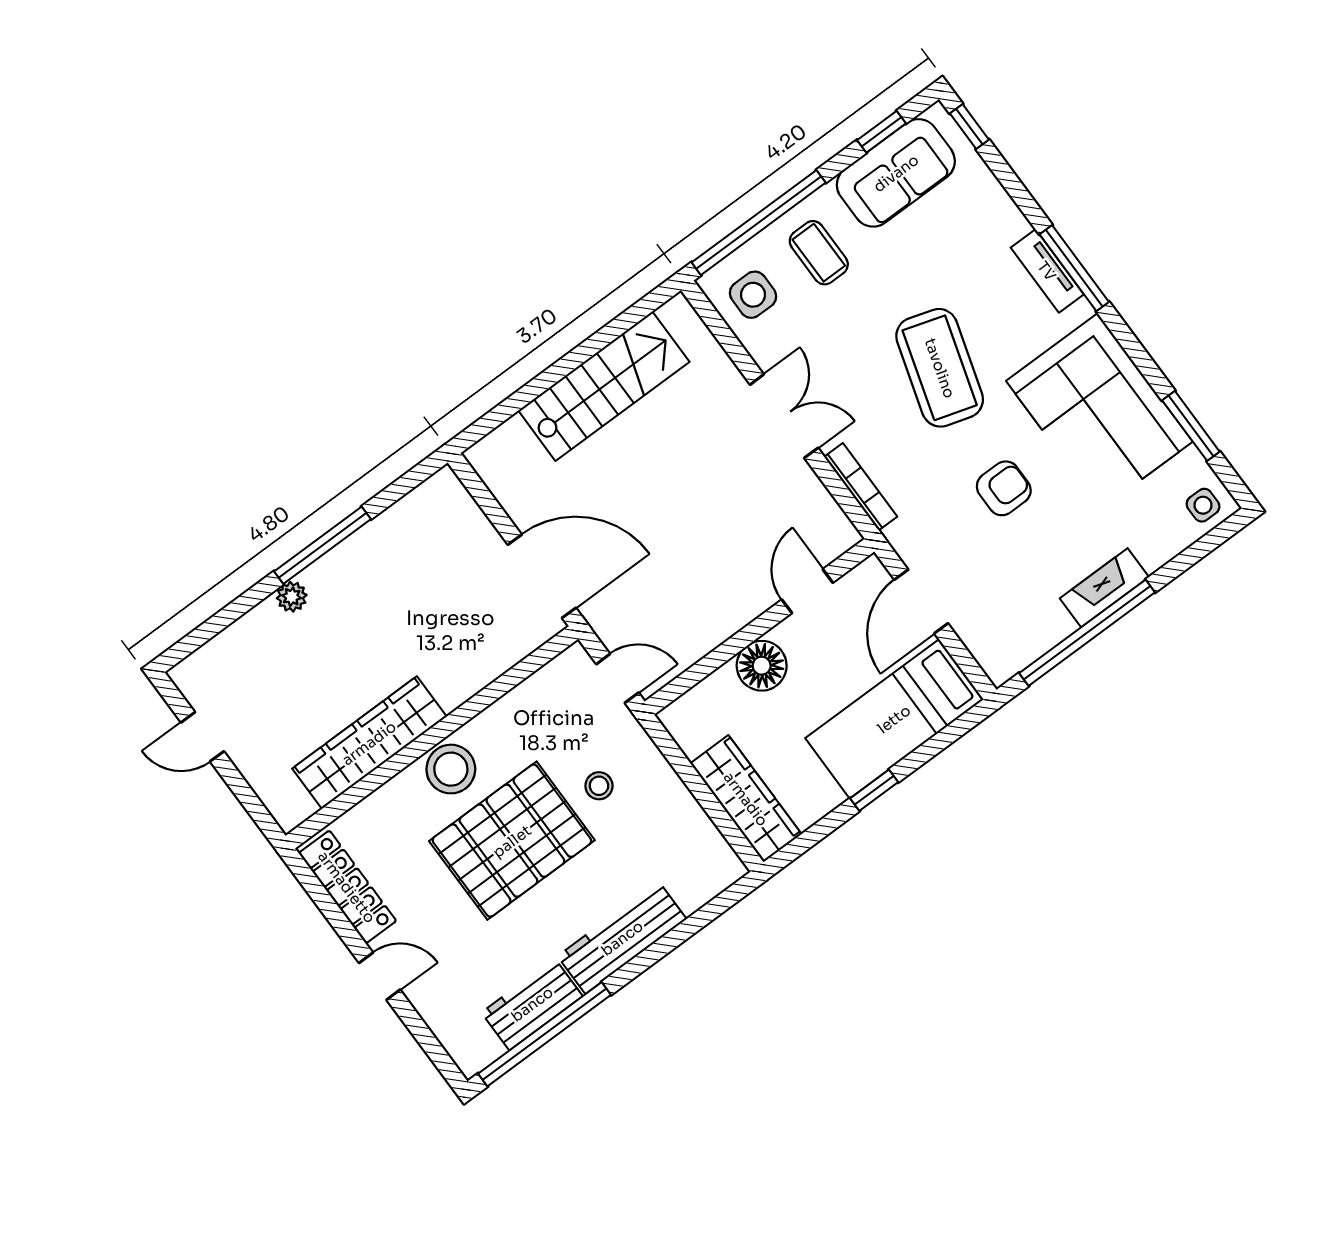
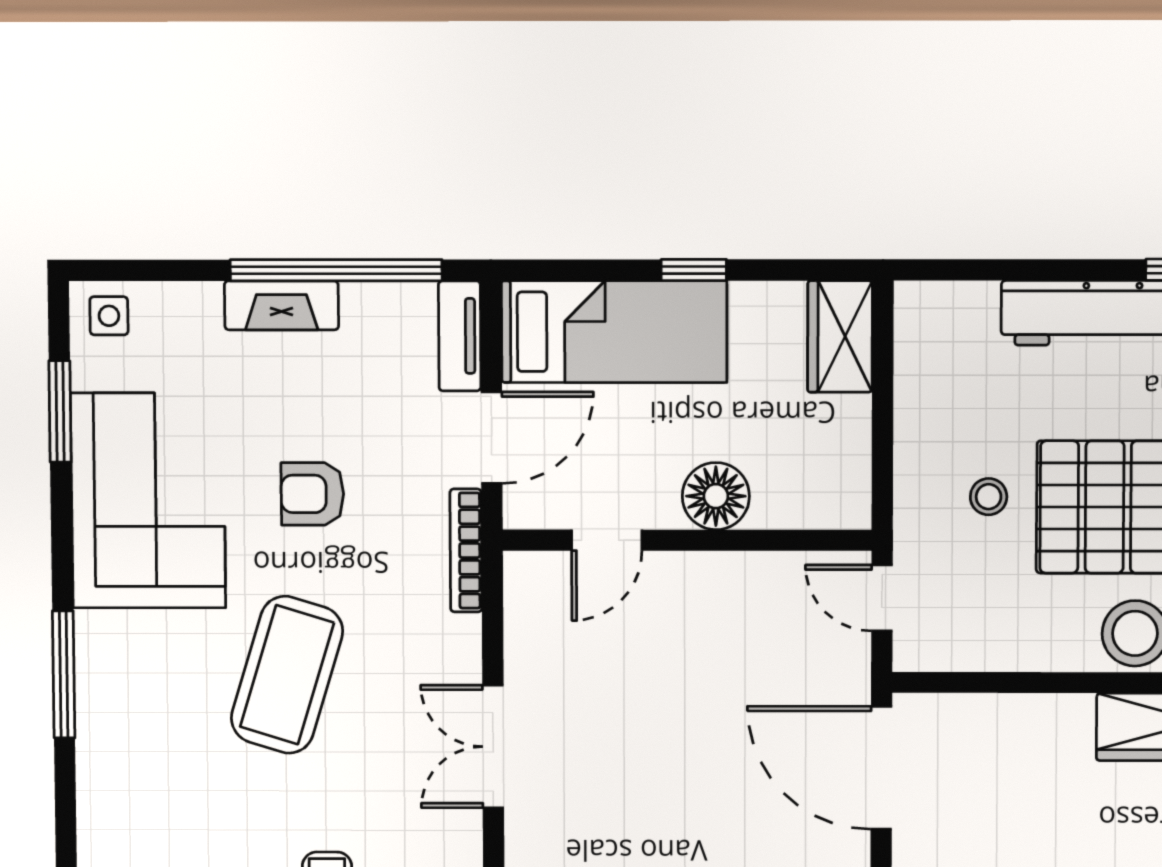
tv unit: (1047, 271) -> (460, 336), moved, turned 180
bookcase: (861, 487) -> (466, 550), moved
wardrobe: (746, 799) -> (840, 336), width x0.67

